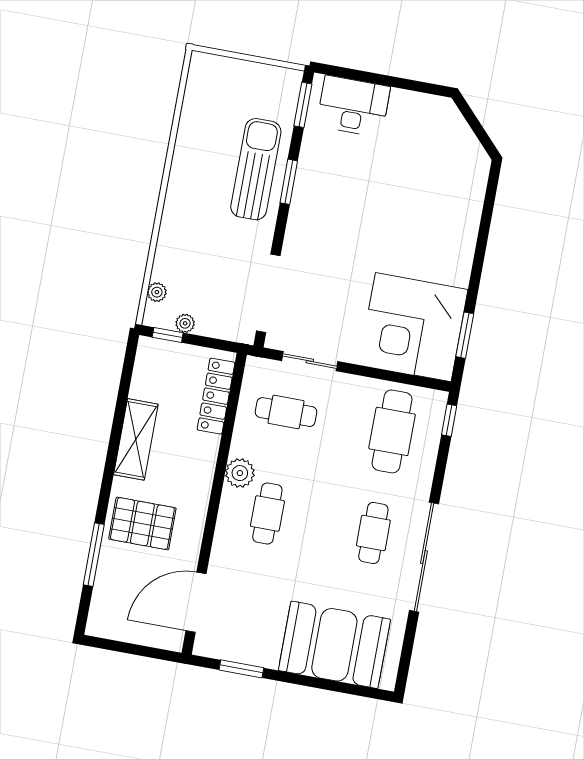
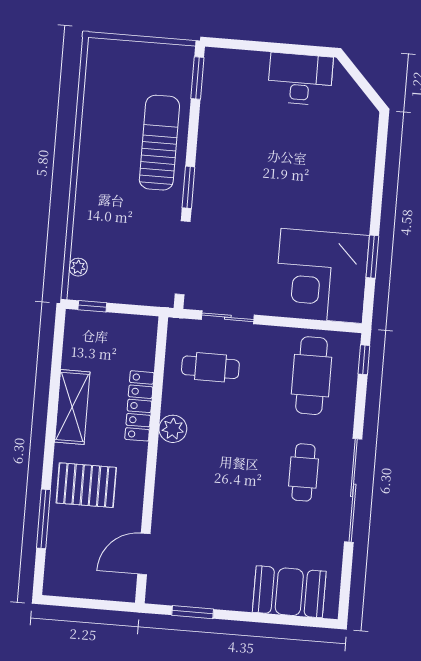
desk: (353, 106) -> (300, 79), moved
window: (289, 182) -> (188, 187), moved
plant: (185, 323) -> (108, 294), removed
window: (465, 335) -> (372, 257), moved
locker: (216, 396) -> (139, 406), moved
cafe table: (267, 513) -> (202, 464), removed
door: (196, 602) -> (144, 554), width x0.73
booth: (334, 645) -> (289, 592), width x0.73, depth x0.70

